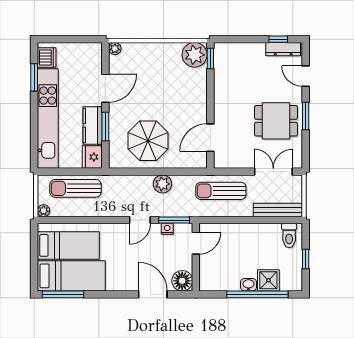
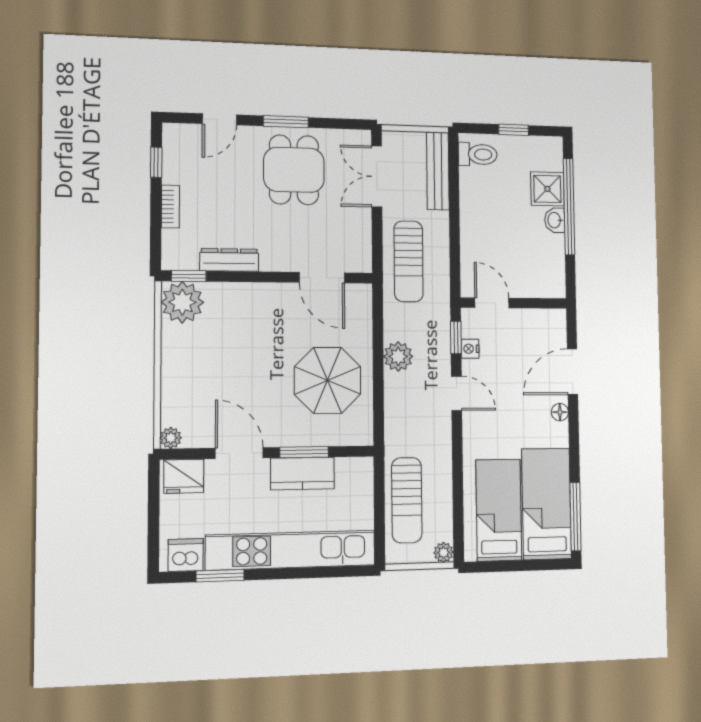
bookcase: (252, 47) -> (170, 207), added
dresser: (283, 49) -> (229, 260), moved, turned -90
fridge: (92, 157) -> (184, 476), moved
window: (174, 220) -> (456, 337), width x0.67
floor lamp: (182, 281) -> (560, 412), moved, width x0.53, depth x0.53

